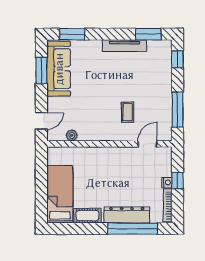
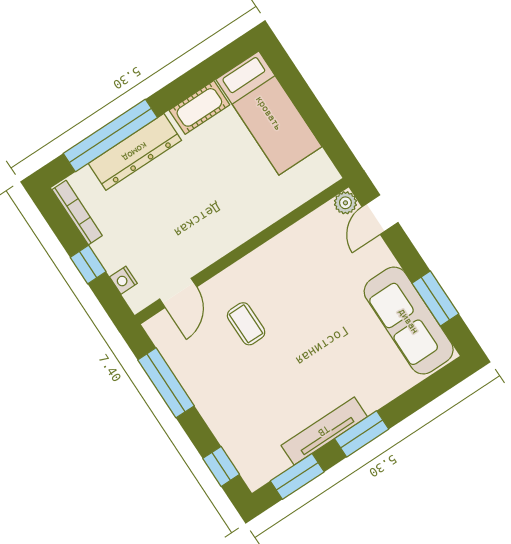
window: (72, 34) -> (362, 434), moved
plant: (72, 135) -> (345, 203), moved
nightstand: (167, 182) -> (123, 280), moved

